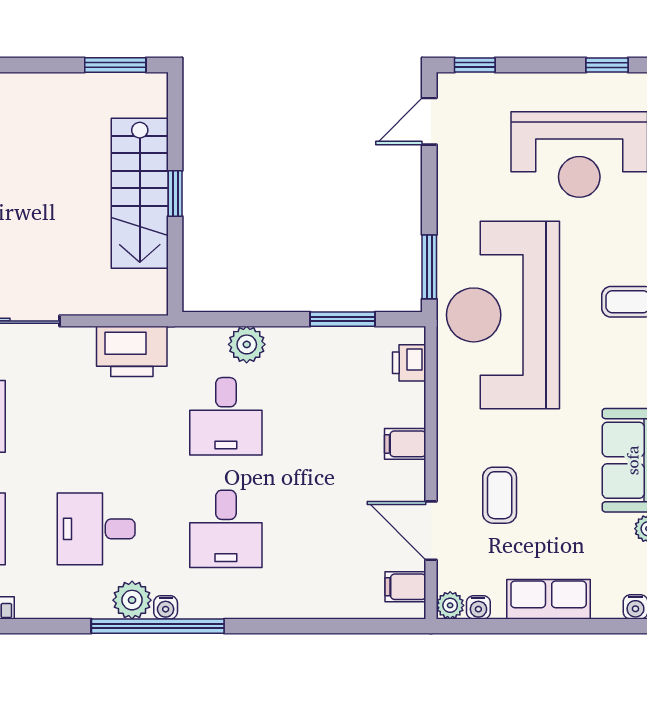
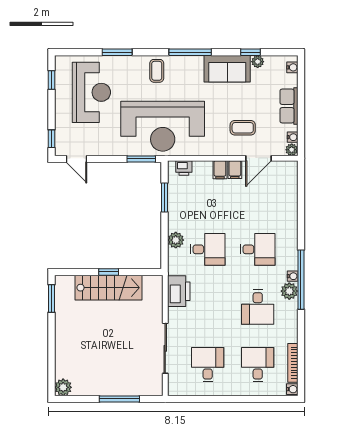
filing cabinet: (405, 587) -> (235, 170), moved

